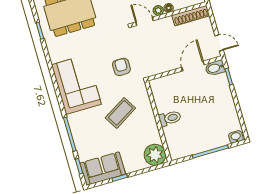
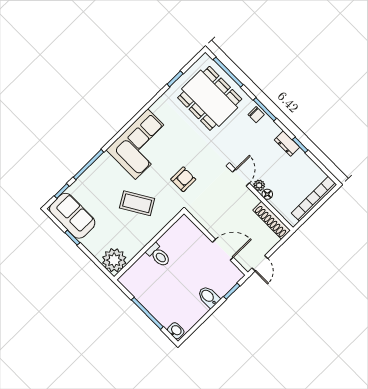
bidet: (215, 68) -> (209, 297), moved

